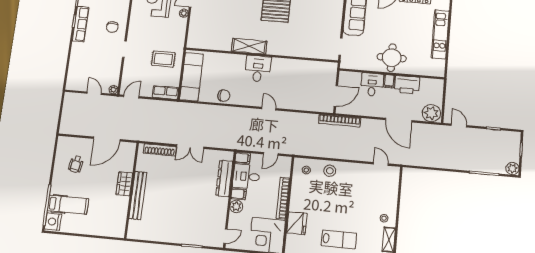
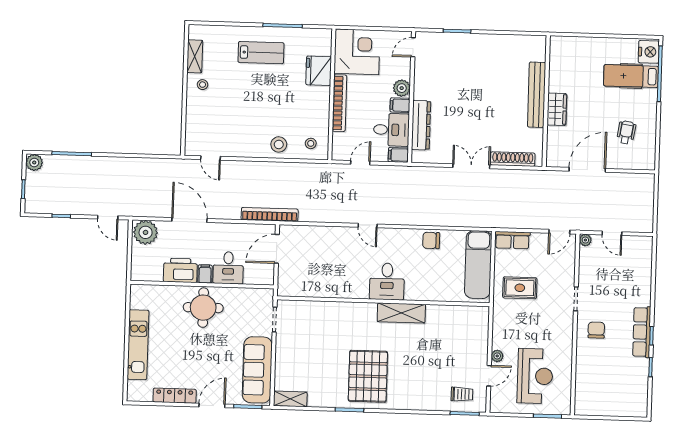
lab bench: (339, 239) -> (261, 53), turned 180

